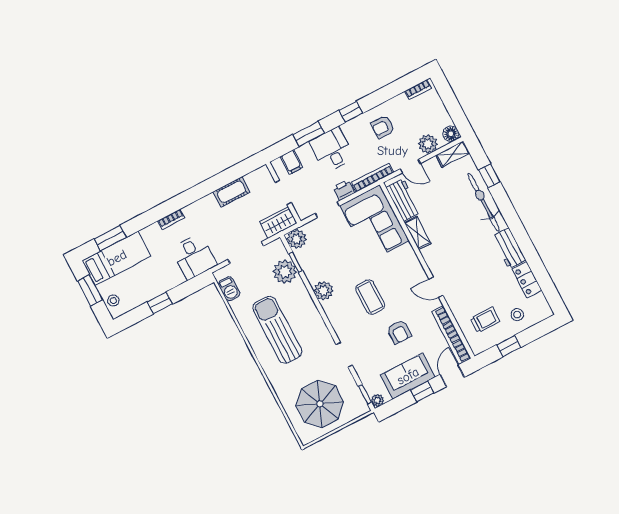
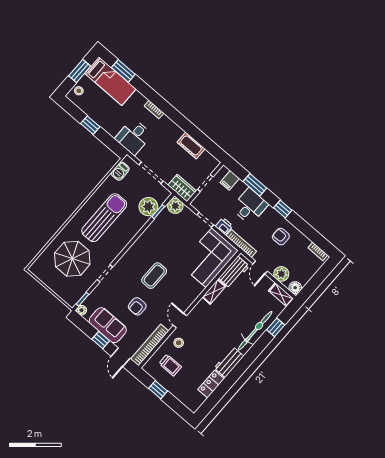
plant: (324, 291) -> (146, 240), removed
stool: (517, 315) -> (179, 343), moved
door: (452, 376) -> (121, 357), swing flipped
parasol: (320, 404) -> (72, 259), moved

